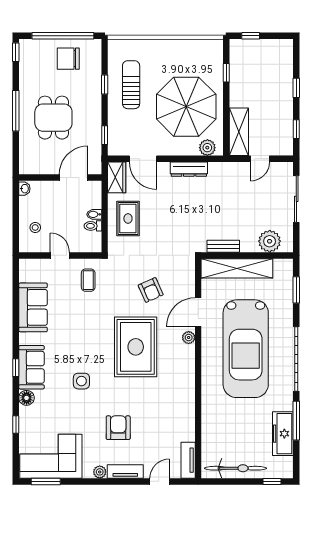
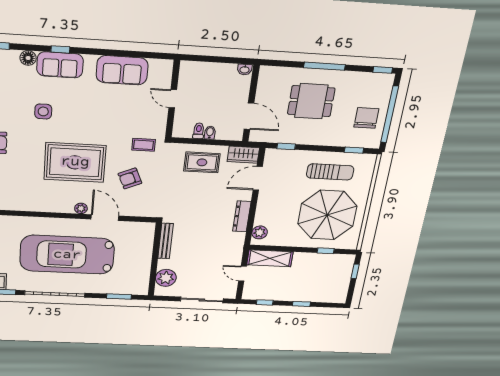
window: (105, 84) -> (354, 150), moved
parasol: (186, 107) -> (327, 215), moved
stool: (35, 227) -> (204, 77), removed
bench: (223, 246) -> (166, 241), width x1.36
door: (60, 255) -> (173, 99), swing flipped
shelving: (237, 268) -> (144, 251), removed
coffee table: (88, 280) -> (144, 145), moved

